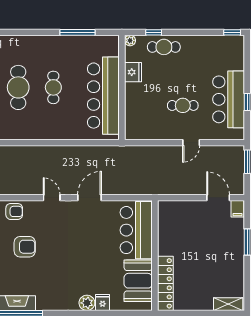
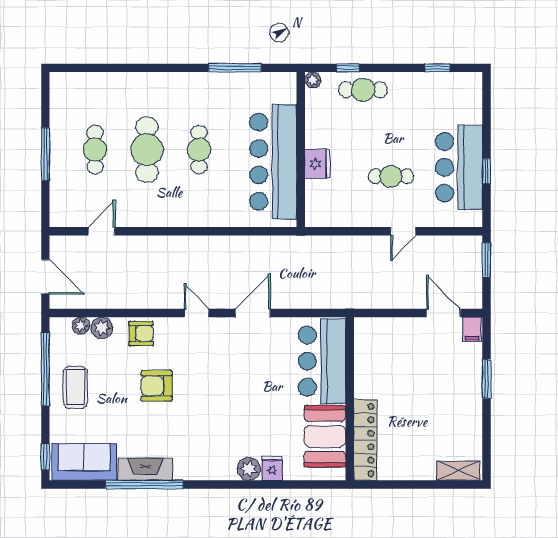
window: (232, 32) -> (437, 68), moved
fridge: (133, 72) -> (317, 164), moved
armchair: (25, 247) -> (157, 386), turned 180

